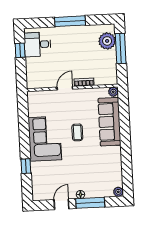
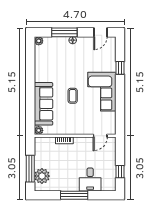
desk: (37, 44) -> (90, 179), moved, turned 90
door: (65, 88) -> (100, 136), moved
door: (61, 204) -> (100, 32), moved

